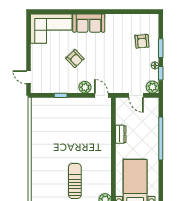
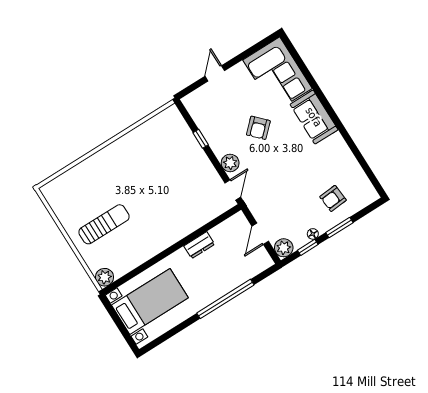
door: (29, 77) -> (215, 73), moved

